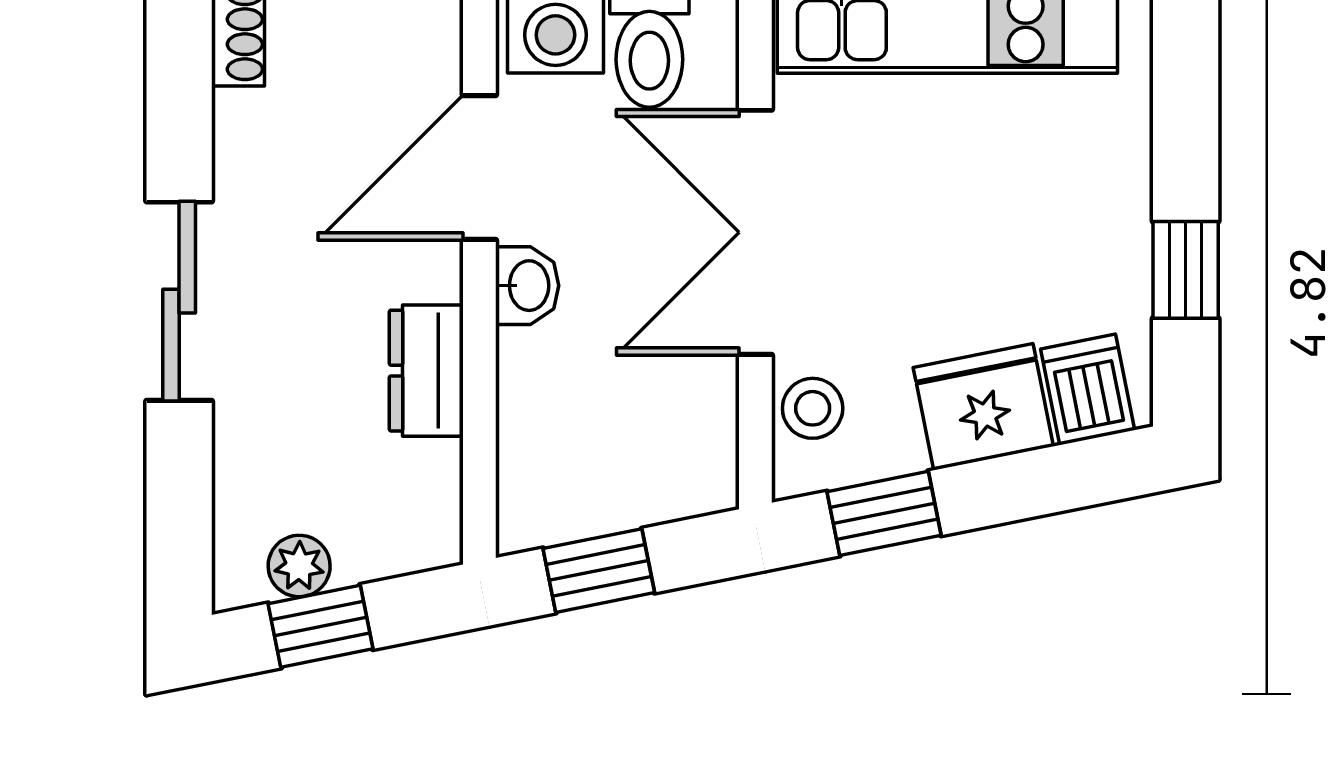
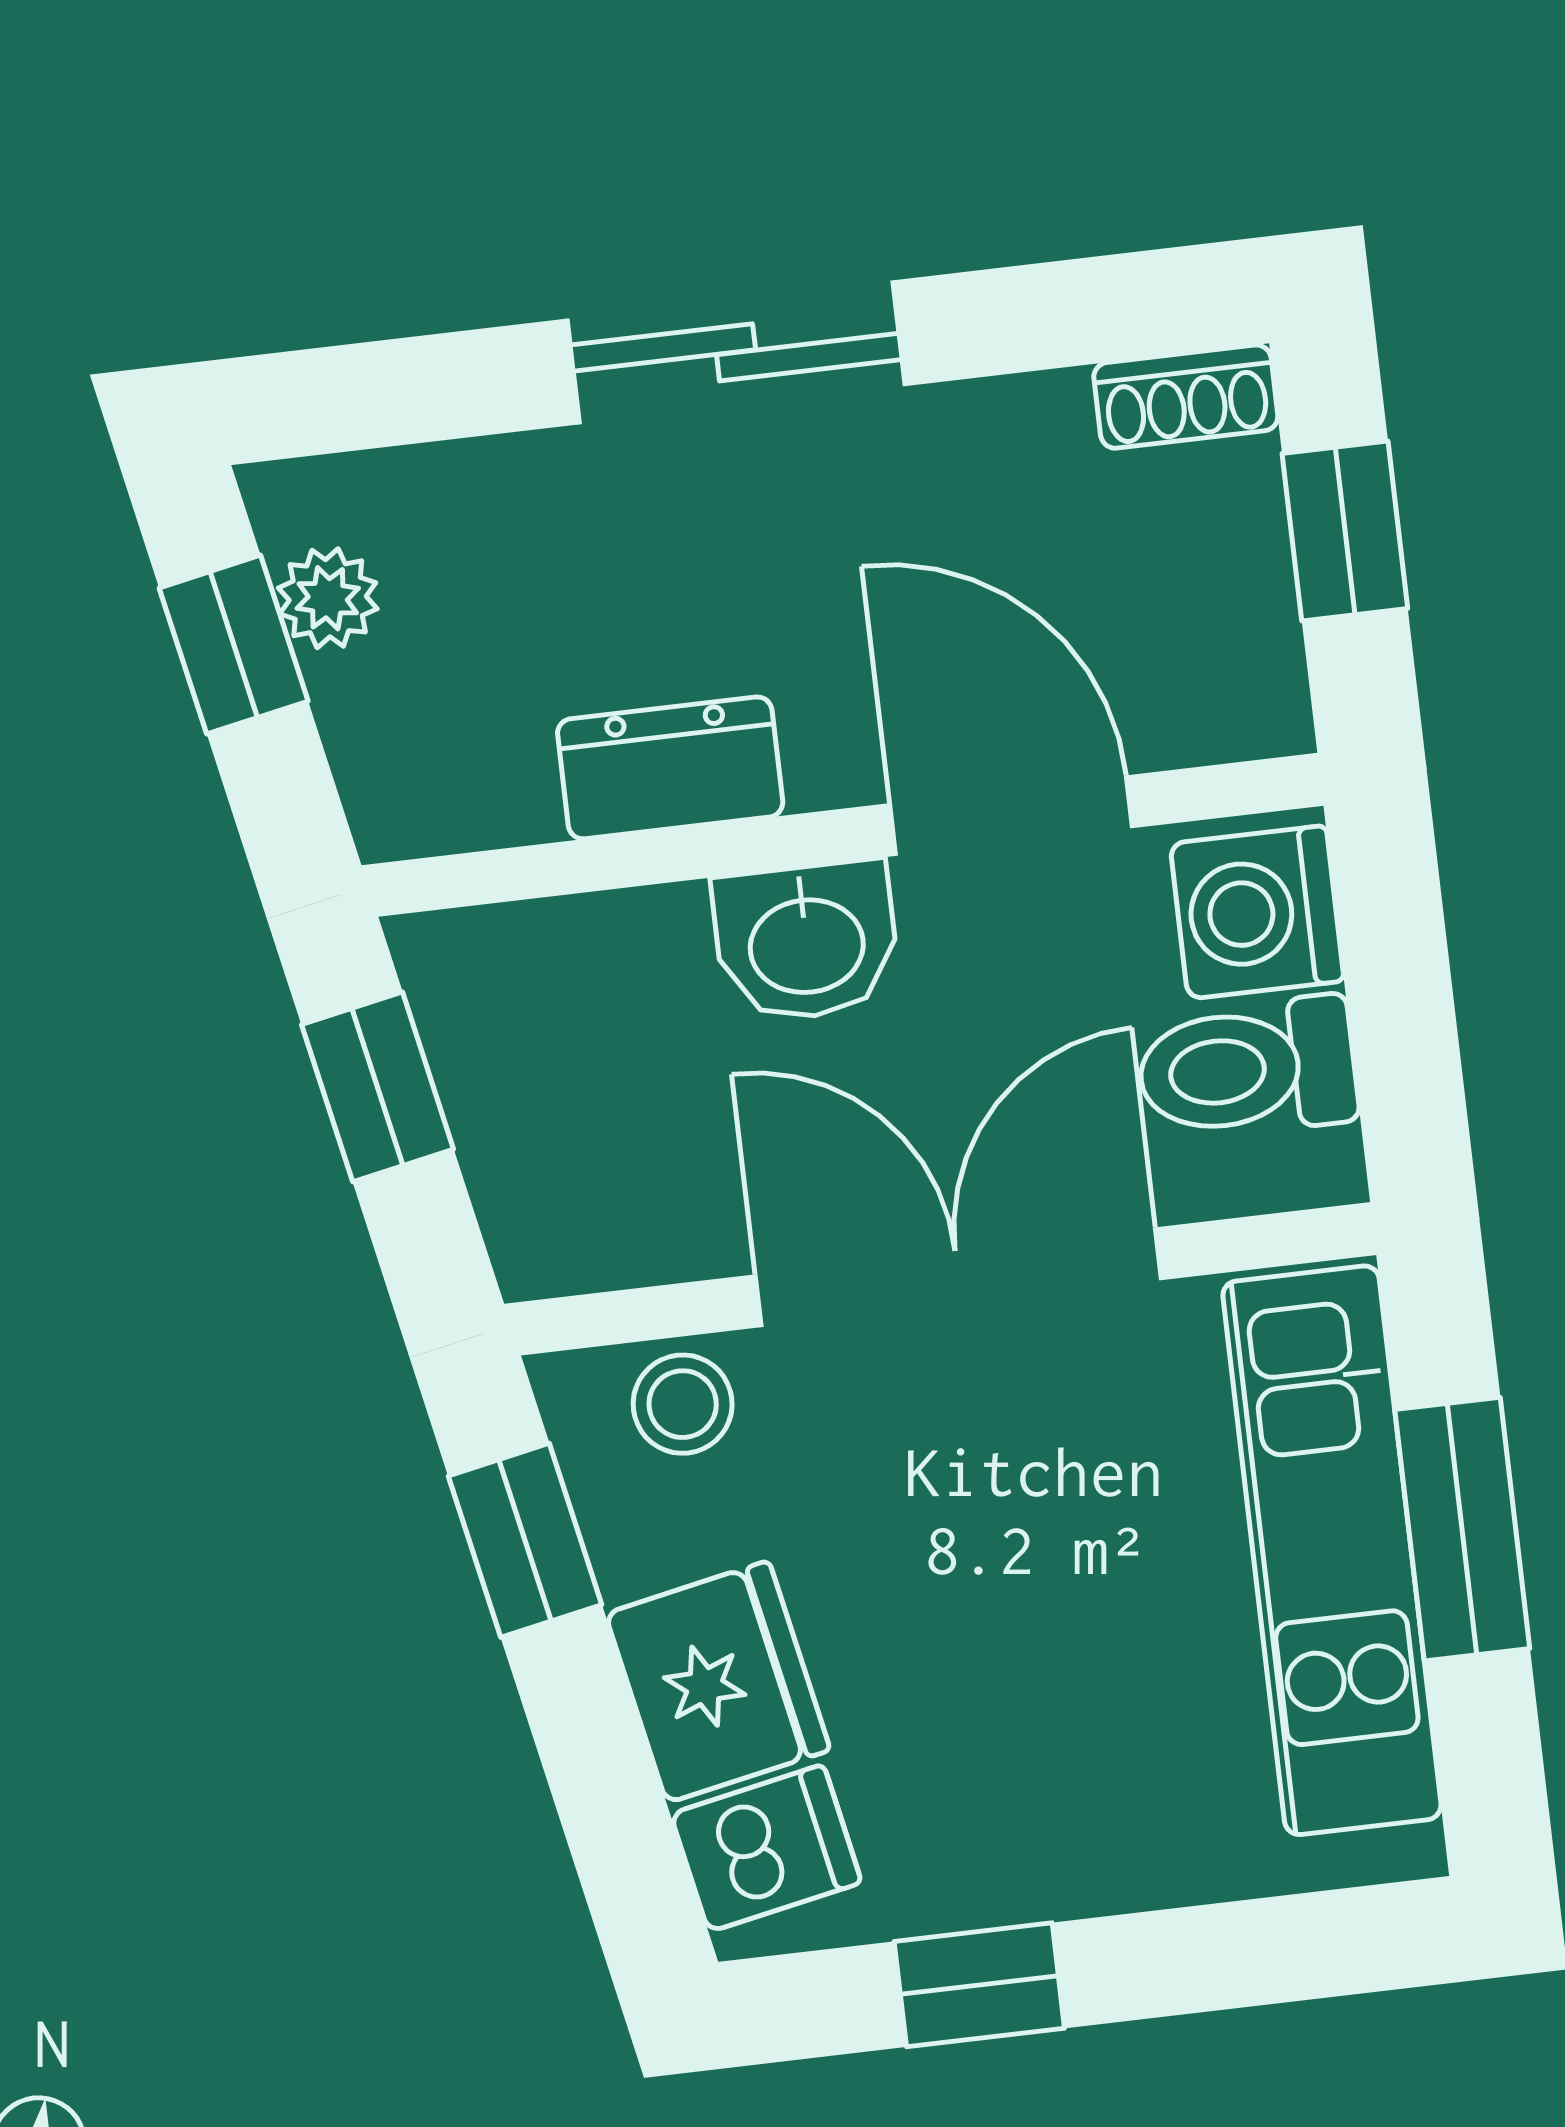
washbasin: (527, 286) -> (806, 942), width x1.38, depth x1.45

